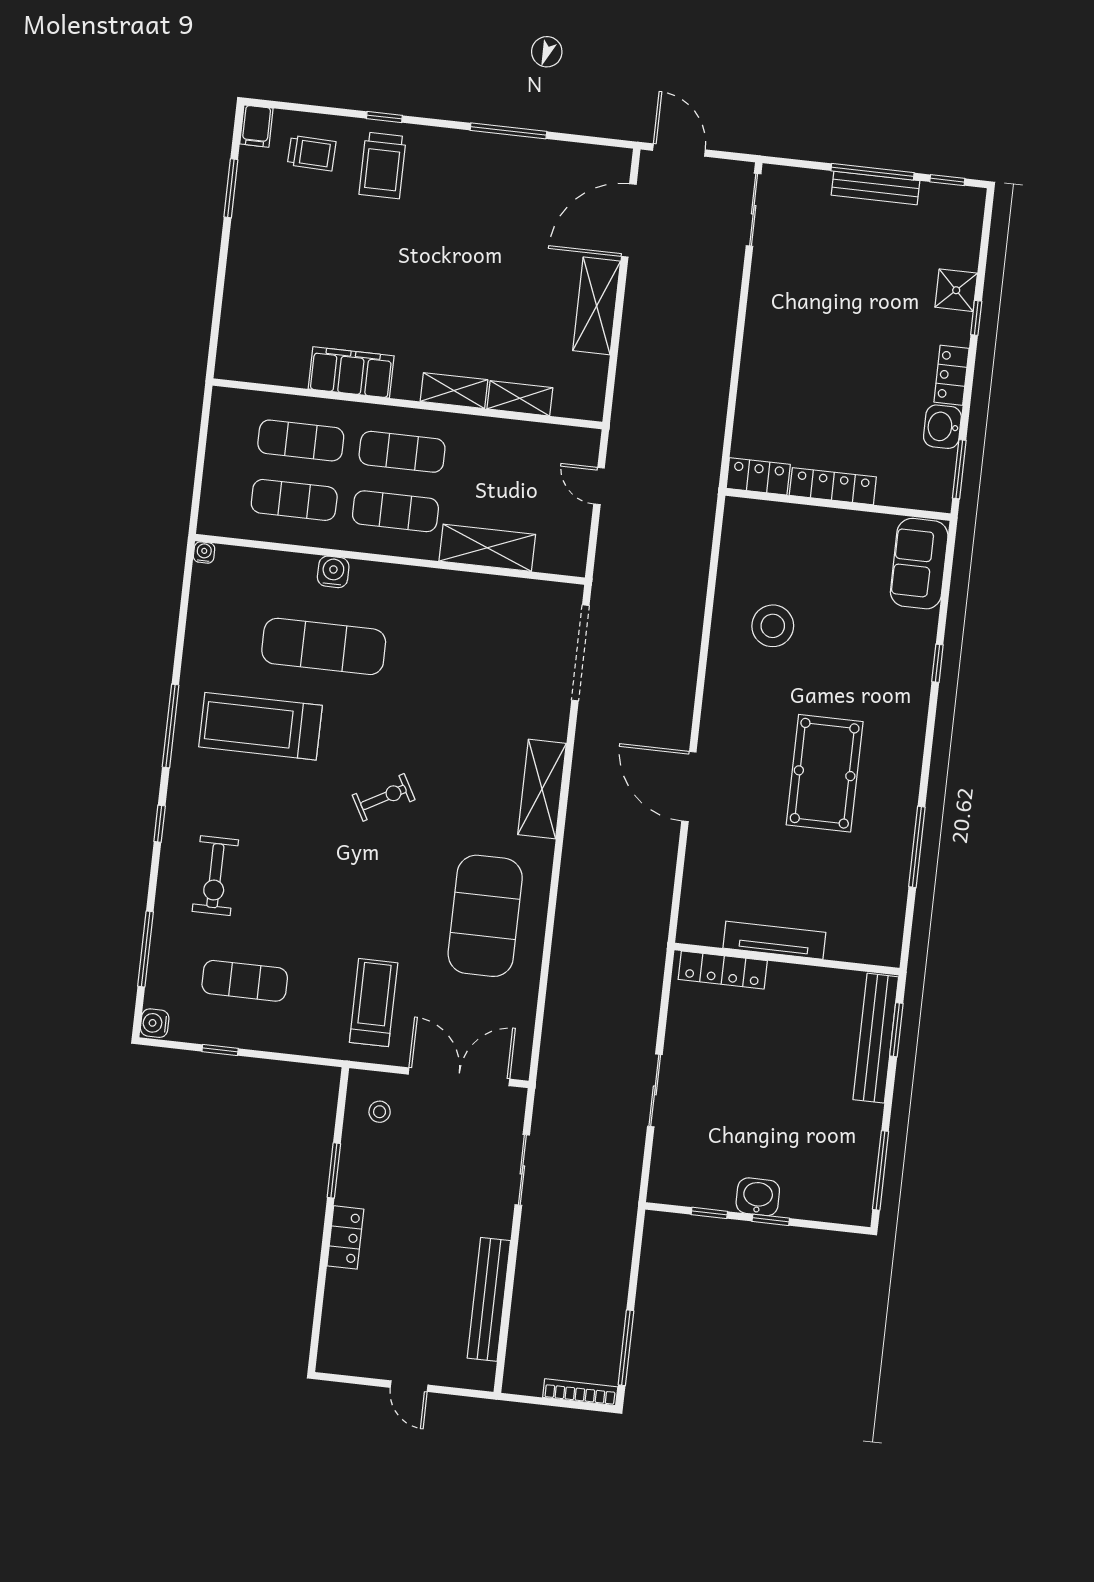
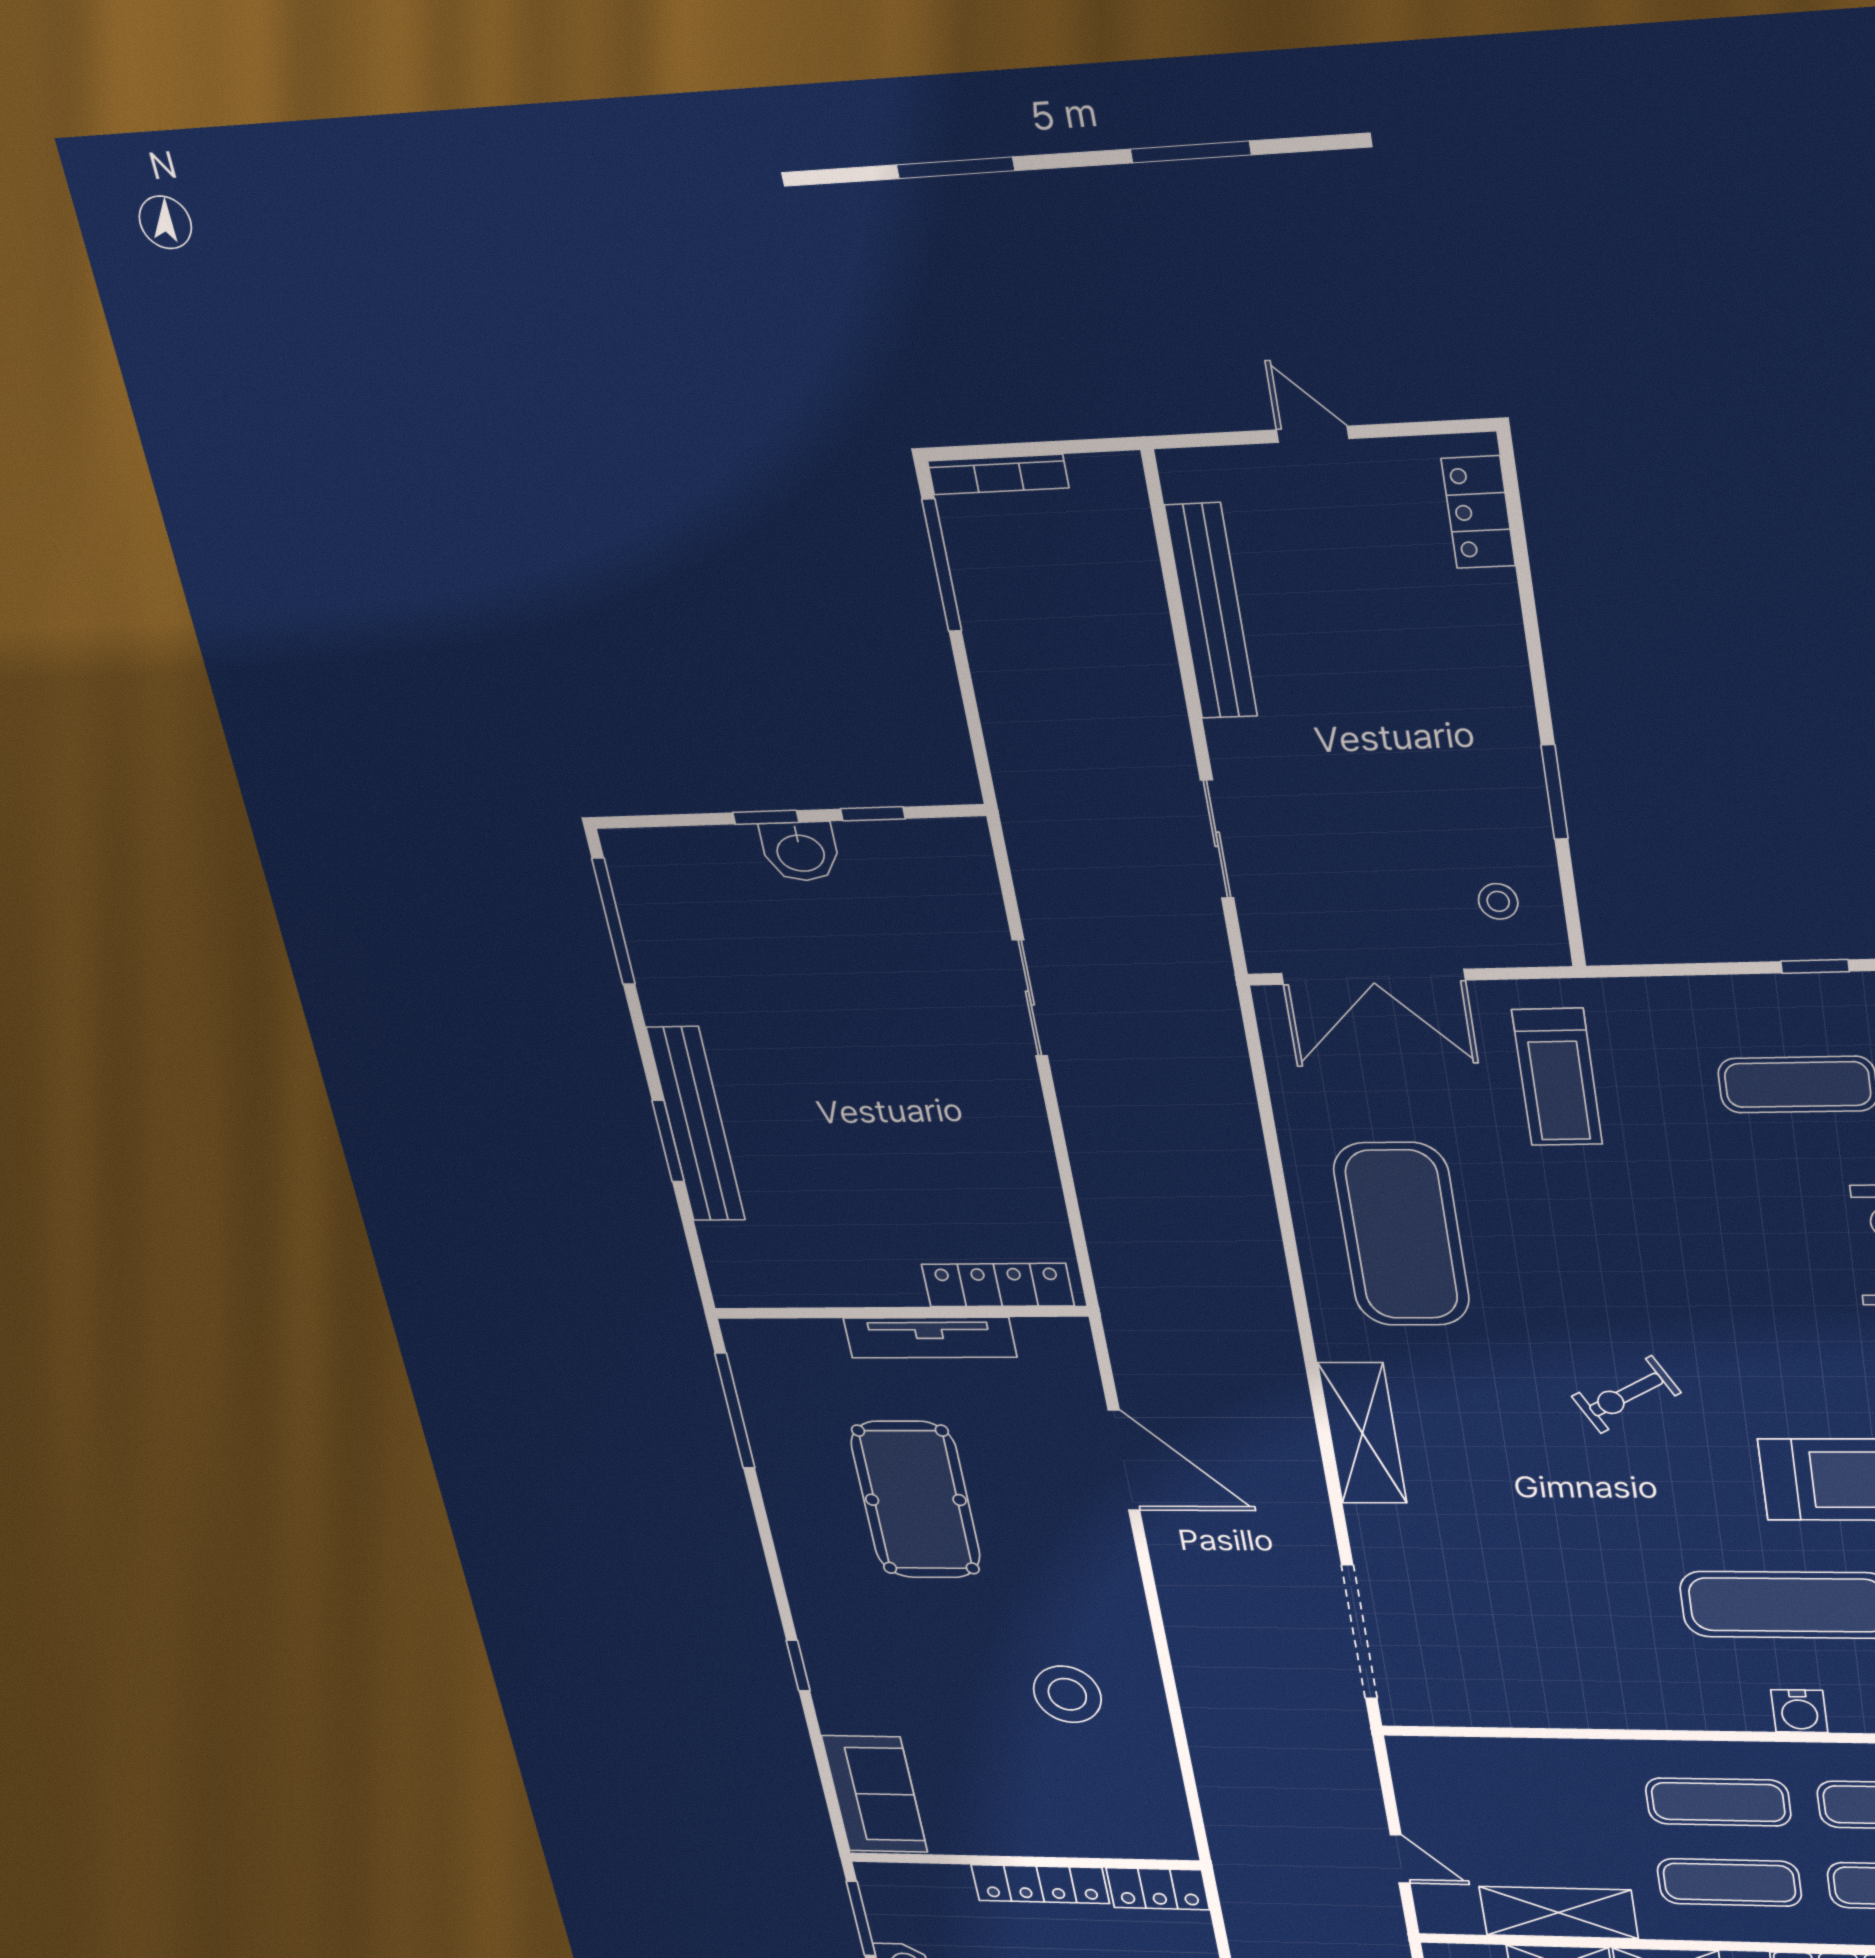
shelving: (487, 548) -> (1559, 1913), moved
tv unit: (774, 940) -> (930, 1338), moved
wall: (787, 959) -> (900, 1312), moved
locker: (723, 970) -> (998, 1285), moved
locker: (345, 1237) -> (1478, 512), moved

